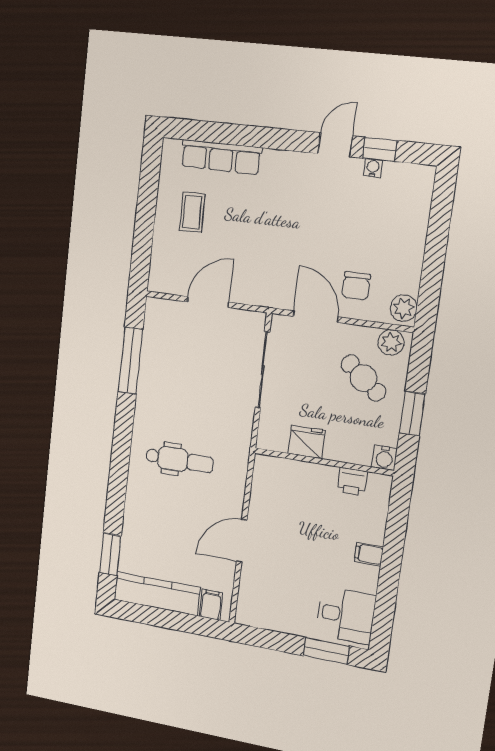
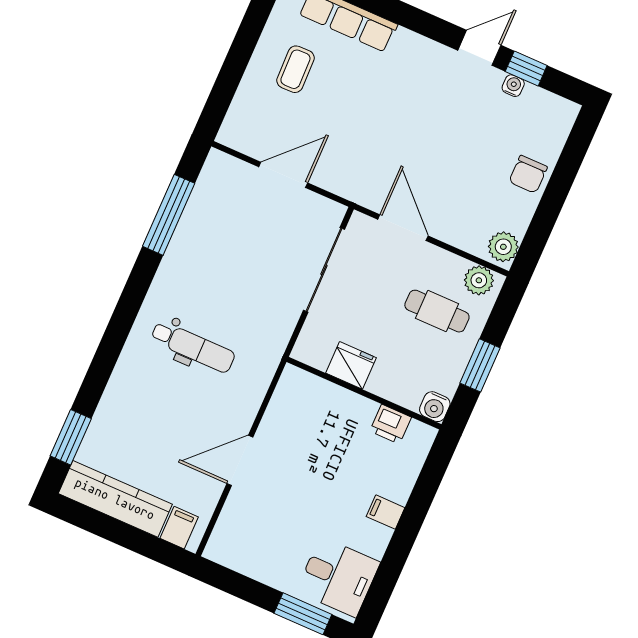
chair: (356, 286) -> (528, 174), moved
cafe table: (363, 378) -> (437, 311), turned -39

